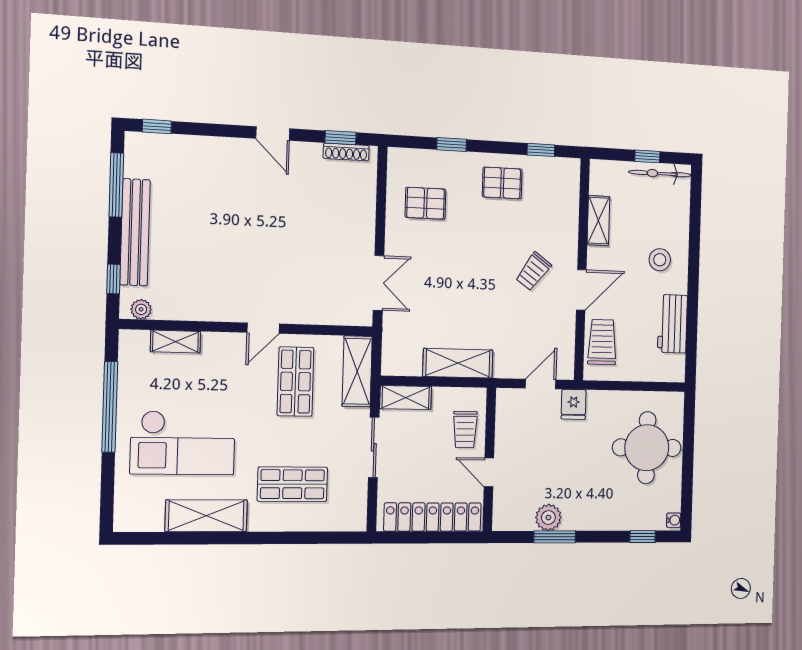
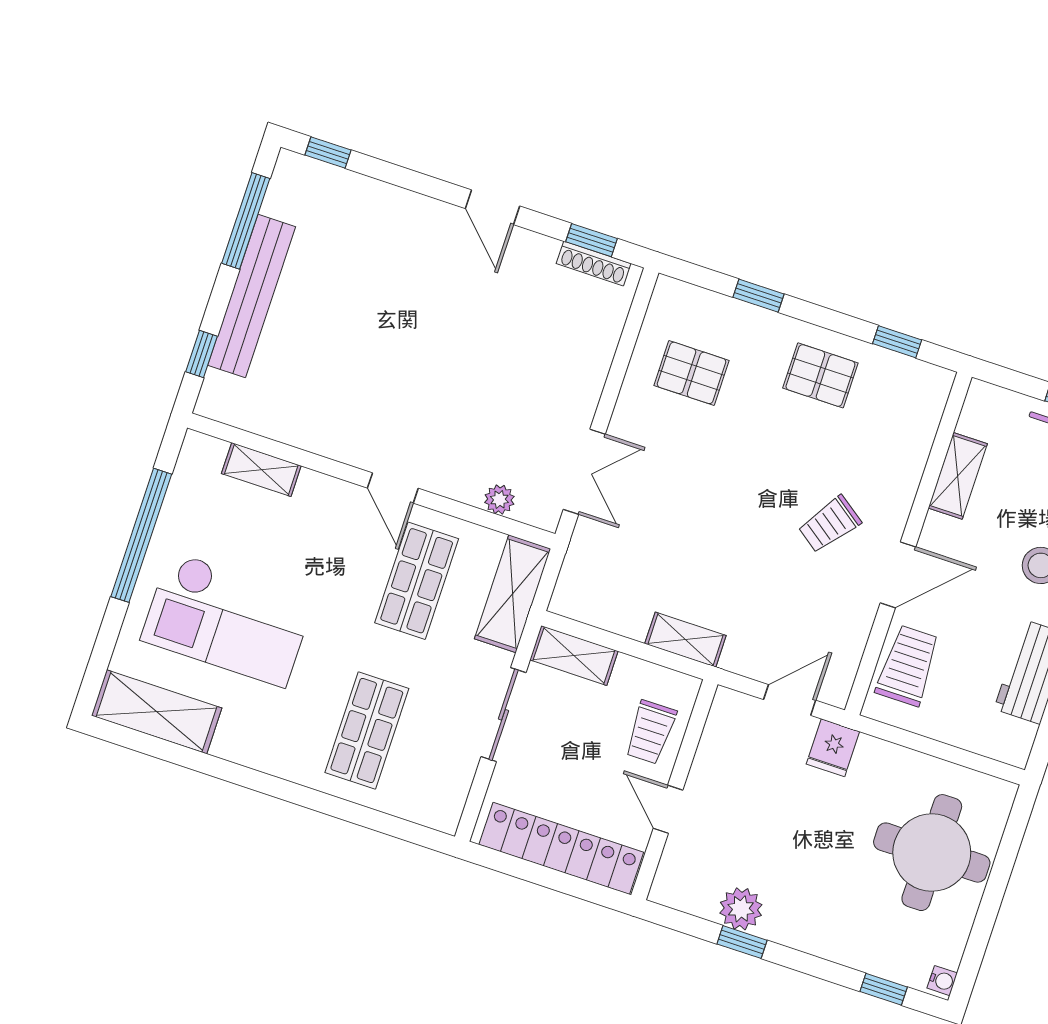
plant: (141, 309) -> (499, 499), moved
door: (263, 328) -> (393, 488), hinge flipped
shelving: (458, 363) -> (685, 640), width x0.67, depth x0.75
shop shelf: (292, 484) -> (367, 730), turned 90
shelving: (206, 516) -> (157, 712), moved
window: (555, 537) -> (742, 942), width x0.67

